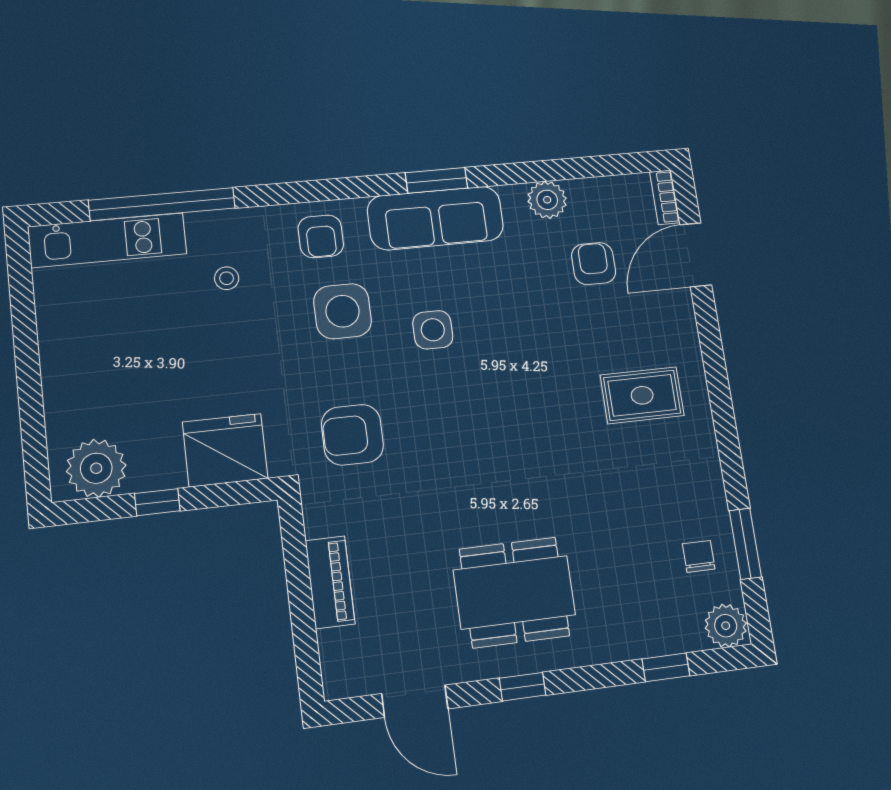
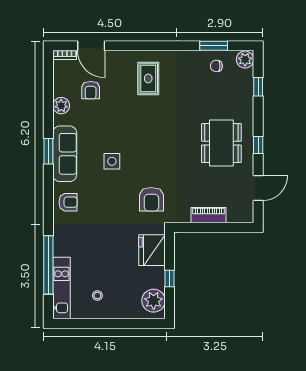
armchair: (594, 264) -> (91, 90), turned -90
stool: (227, 278) -> (97, 295), moved
side table: (343, 311) -> (100, 197), removed

